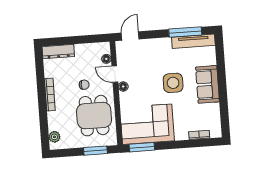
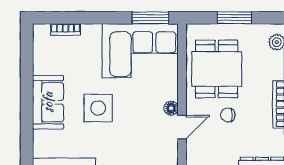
floor lamp: (106, 59) -> (193, 150), removed
door: (115, 74) -> (182, 127), hinge flipped
window: (95, 151) -> (234, 18), moved

